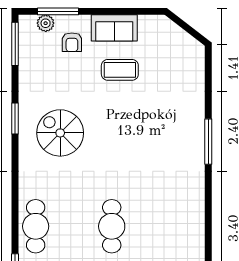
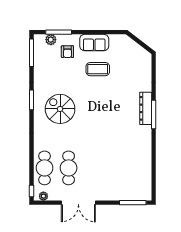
dresser: (196, 132) -> (146, 108), added
cafe table: (112, 226) -> (69, 168), moved

